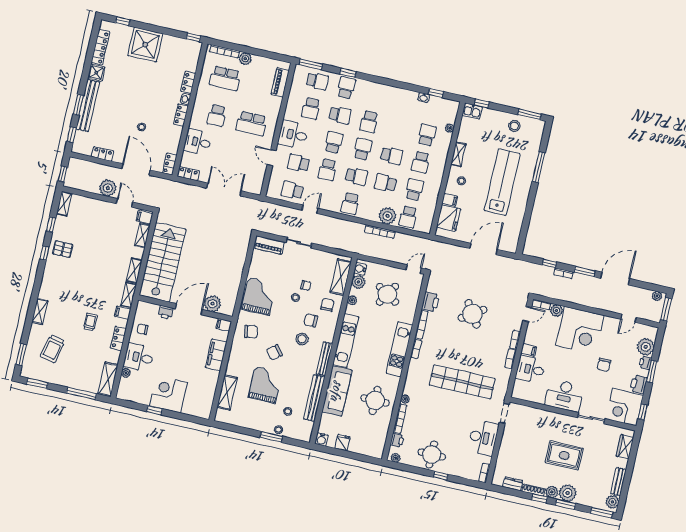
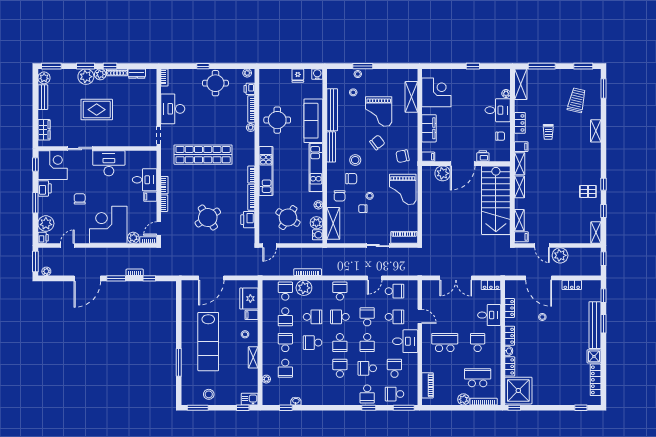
shower: (145, 44) -> (518, 391), moved
locker: (170, 164) -> (510, 308), moved
printer: (645, 363) -> (43, 238), moved
corner desk: (168, 394) -> (436, 92), moved, turned -90

